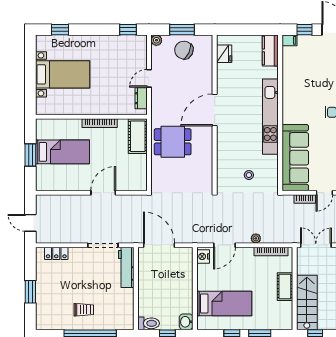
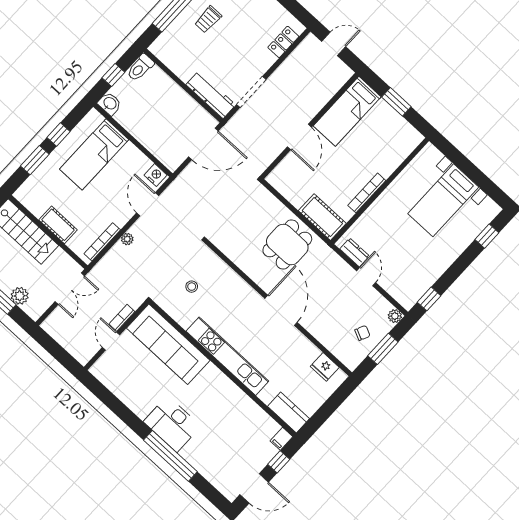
chair: (184, 50) -> (362, 333), width x0.54, depth x0.54
bed: (62, 152) -> (347, 111), moved

